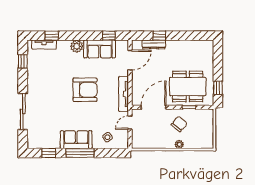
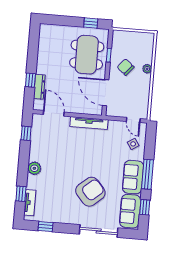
sofa: (100, 49) -> (130, 211), moved, turned 180
armchair: (85, 90) -> (90, 192), moved, turned 49
door: (130, 123) -> (133, 120), moved

